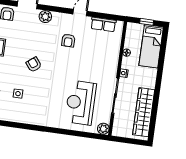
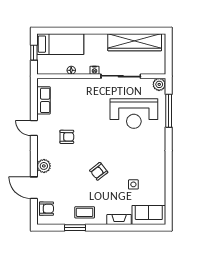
window: (79, 134) -> (169, 111), added

